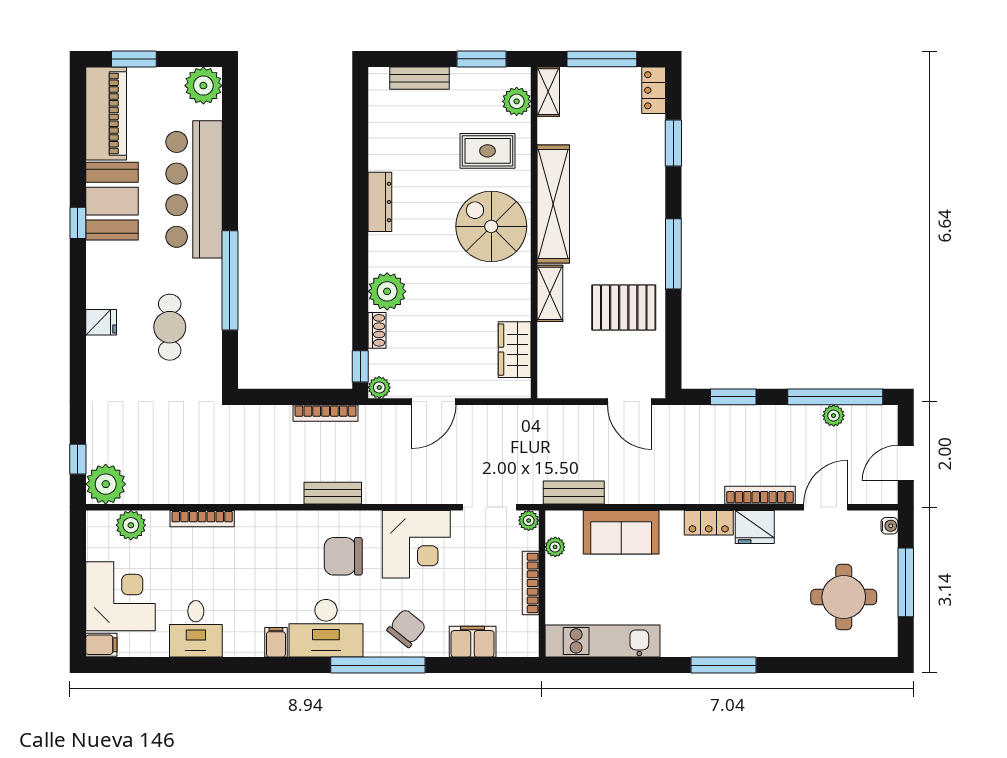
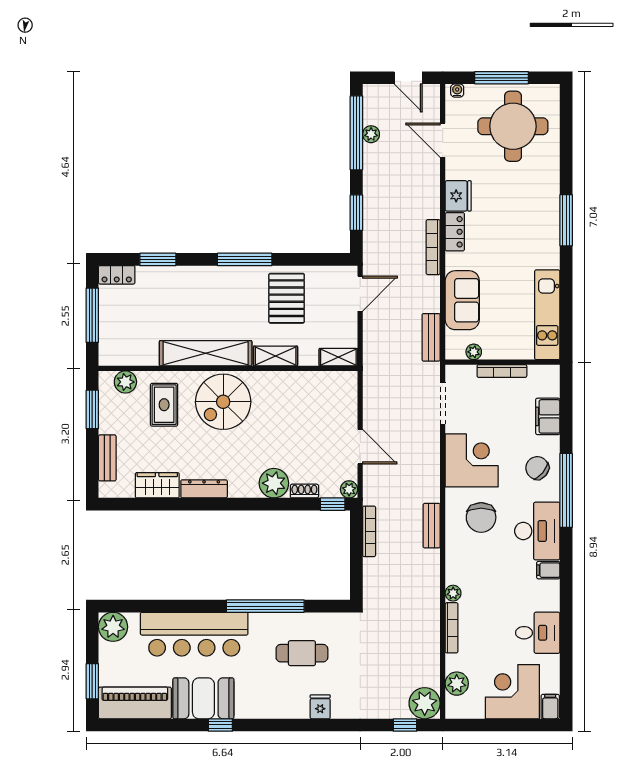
shelving: (548, 92) -> (338, 357), moved
fridge: (101, 322) -> (320, 707), moved
wardrobe: (515, 350) -> (157, 485), moved, turned 180
bookcase: (760, 495) -> (433, 247), moved
plant: (529, 520) -> (453, 593), moved
round table: (844, 597) -> (513, 126), width x1.36, depth x1.36

